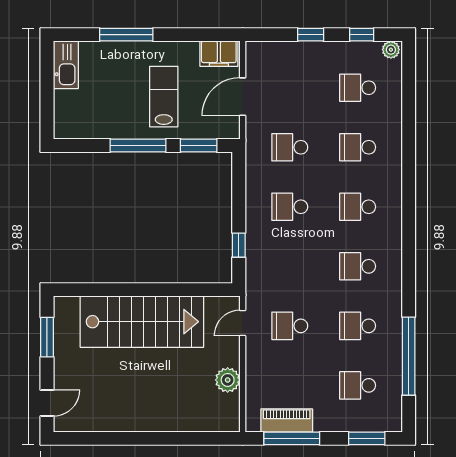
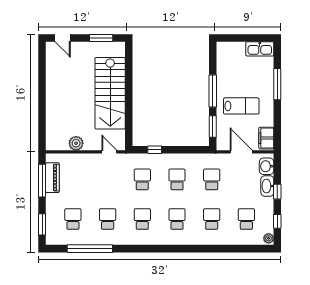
washbasin: (301, 52) -> (267, 186), added
washbasin: (267, 53) -> (267, 166), added
school desk: (290, 326) -> (142, 179), moved

